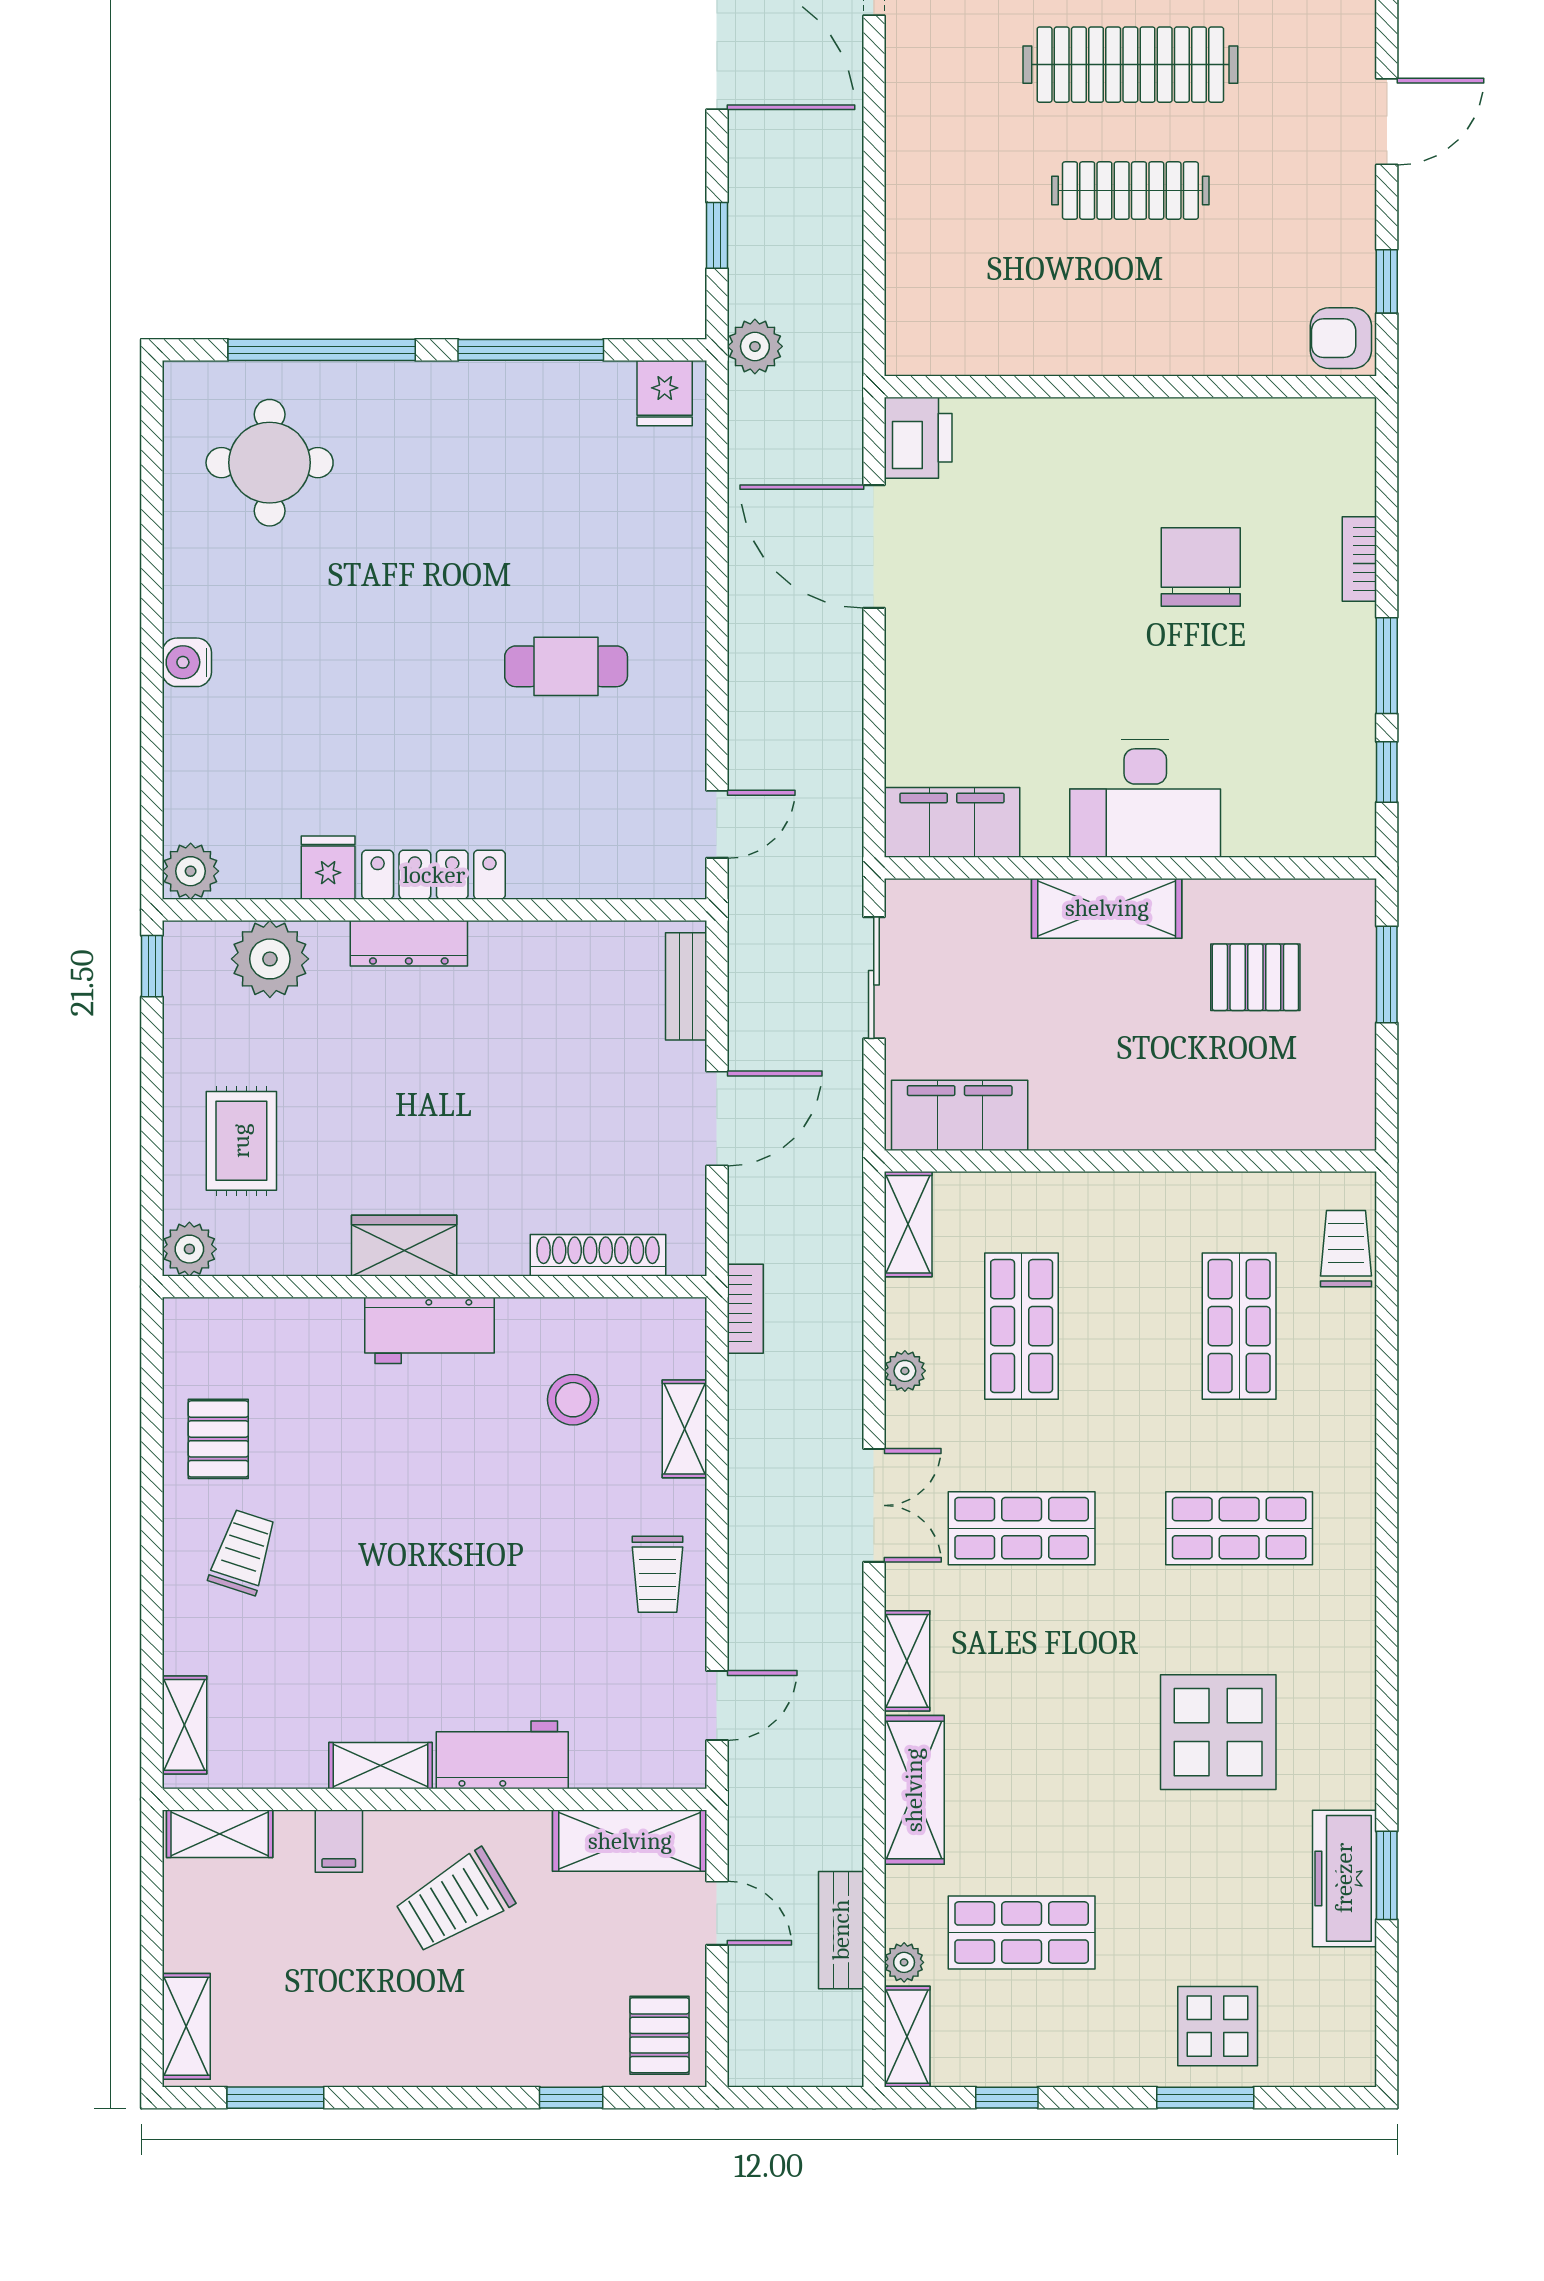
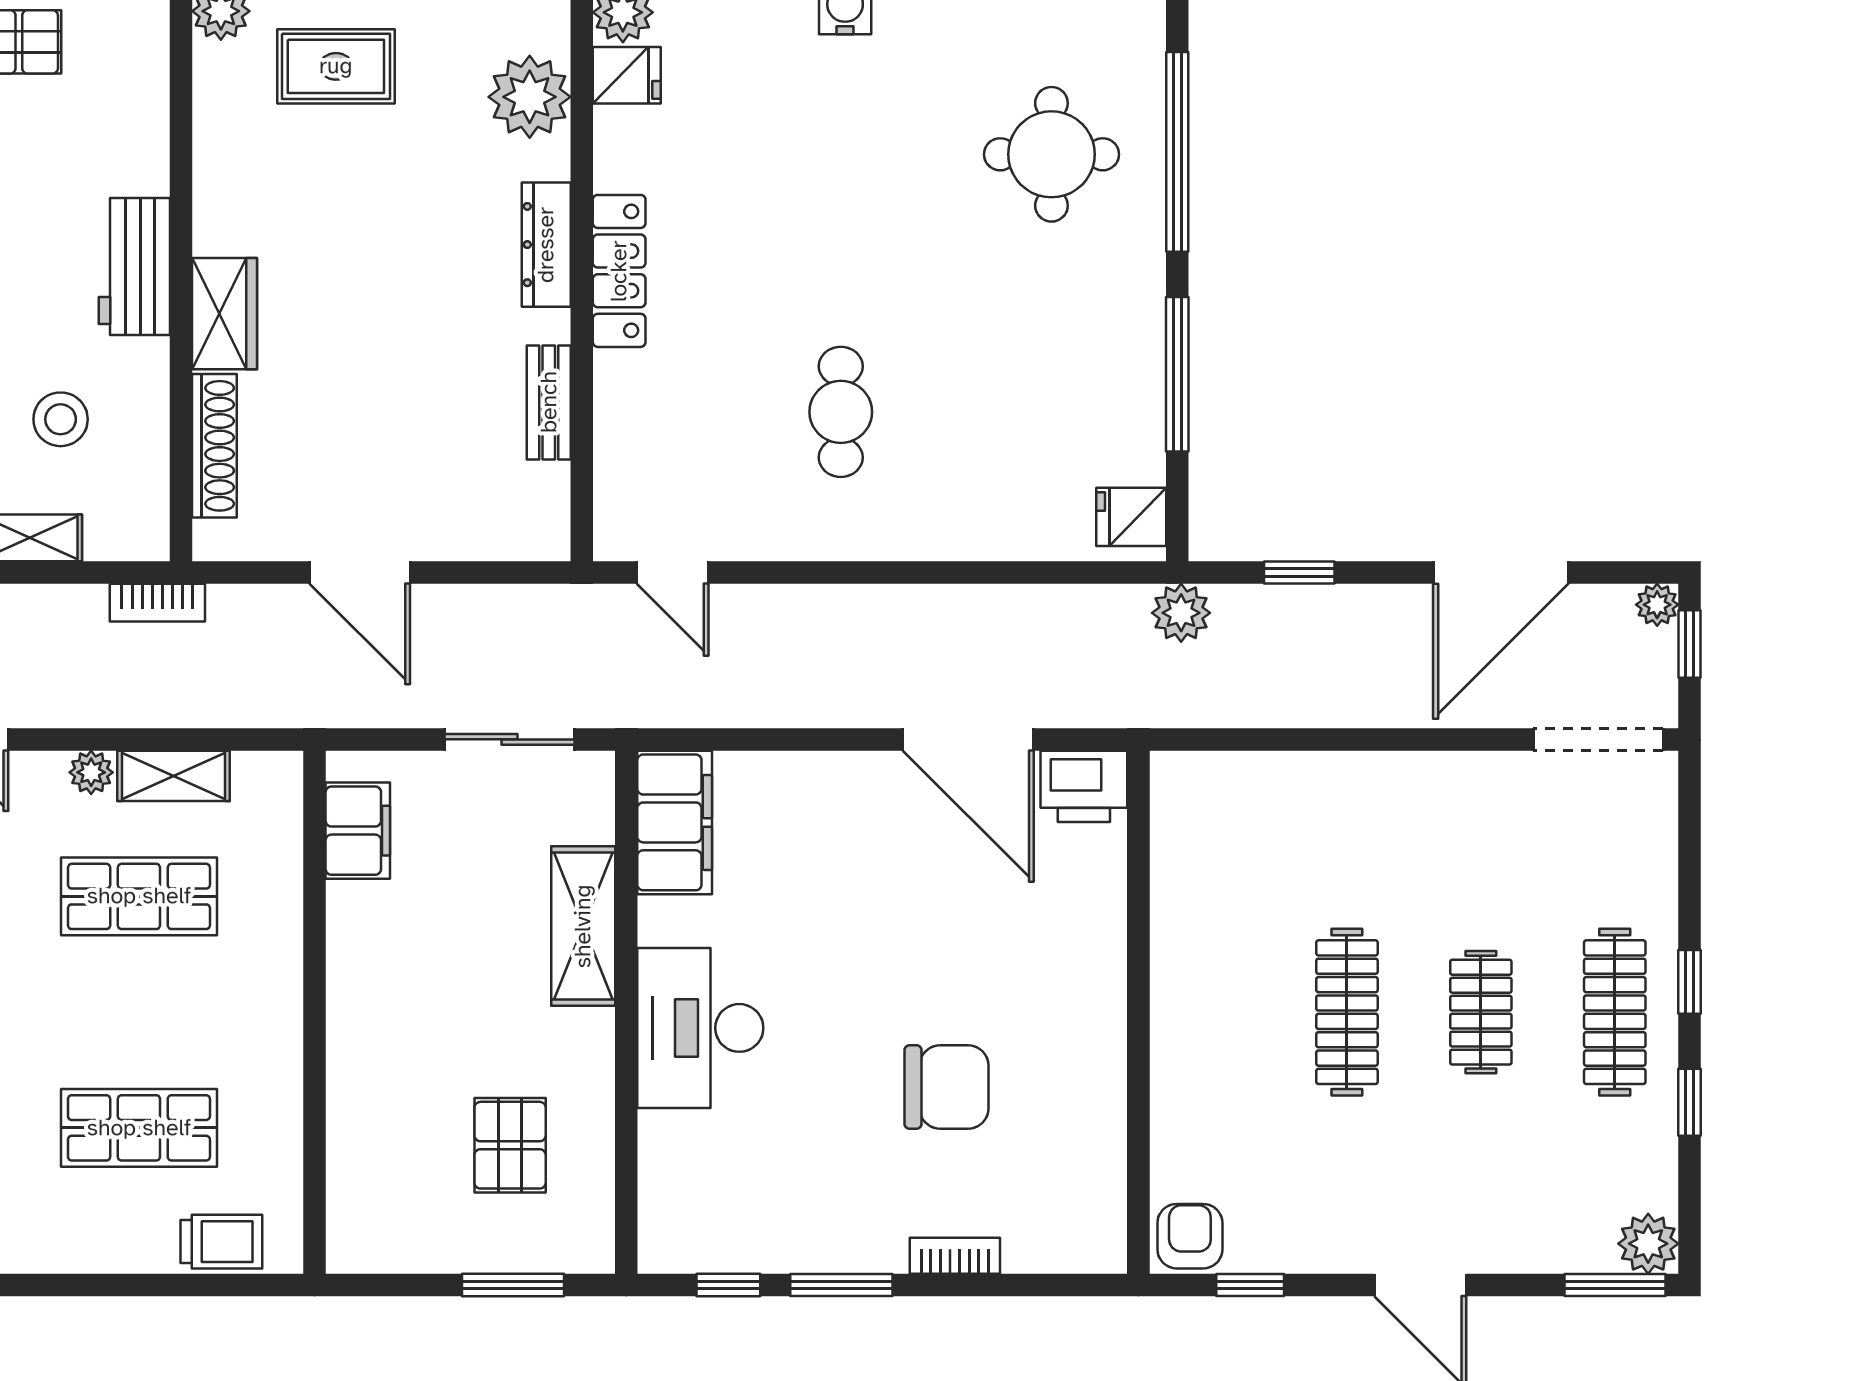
clothes rail: (1130, 65) -> (1481, 1012), width x0.54, depth x0.76
round table: (270, 463) -> (1051, 154), moved
door: (874, 546) -> (968, 739), swing flipped
fridge: (328, 868) -> (627, 75), moved
shelving: (1107, 908) -> (583, 926), moved
bench: (686, 986) -> (549, 402), moved, turned 90
filing cabinet: (960, 1115) -> (358, 831), width x0.67, depth x0.86
shelving: (908, 1224) -> (174, 776), moved
wardrobe: (404, 1246) -> (224, 314), moved

